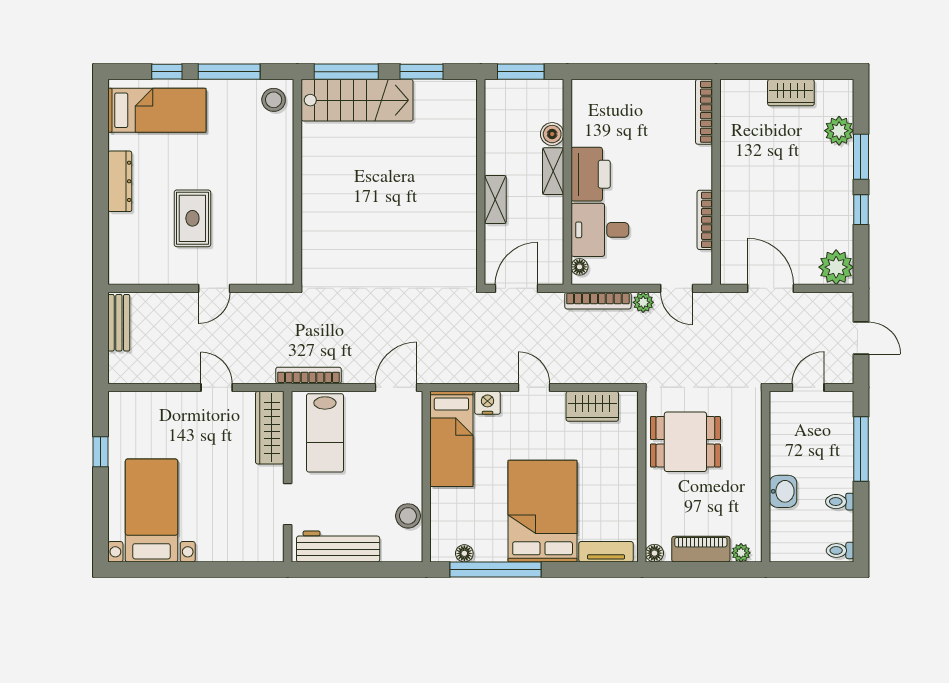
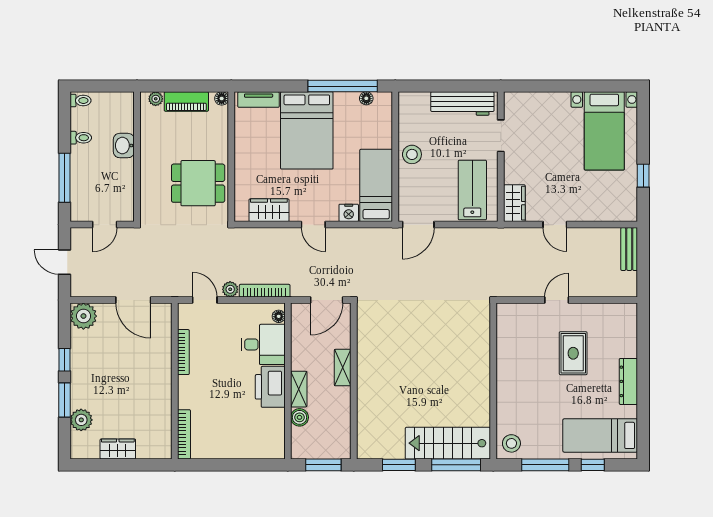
bench: (119, 323) -> (629, 249), moved
bookcase: (308, 375) -> (485, 234), removed
wardrobe: (270, 428) -> (514, 203), width x0.67
stool: (408, 516) -> (412, 154), moved

